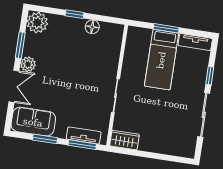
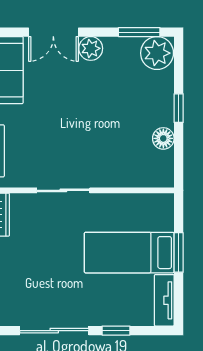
window: (20, 45) -> (139, 32), moved

